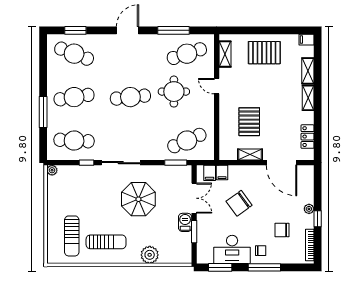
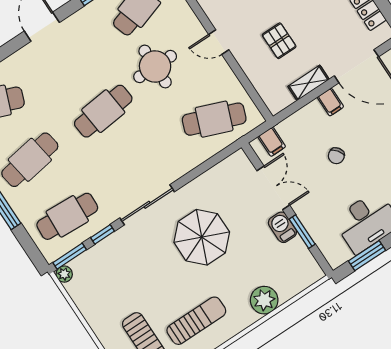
door: (217, 86) -> (219, 42), moved
pallet: (249, 122) -> (279, 41), width x0.67, depth x0.71
cafe table: (187, 141) -> (214, 119), turned 45
window: (176, 163) -> (70, 256), moved
filing cabinet: (222, 172) -> (330, 102), moved
chair: (239, 203) -> (336, 156), width x0.54, depth x0.54

